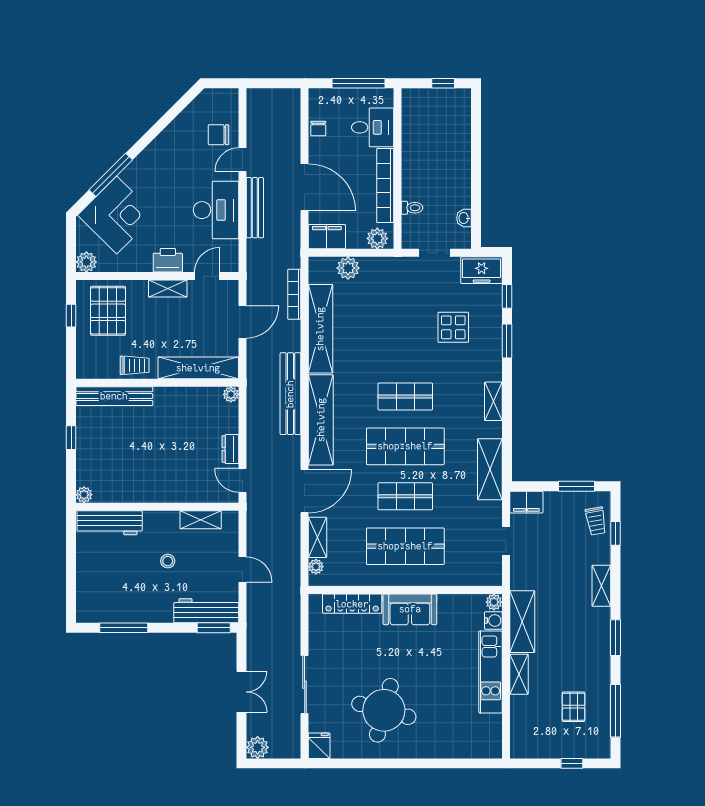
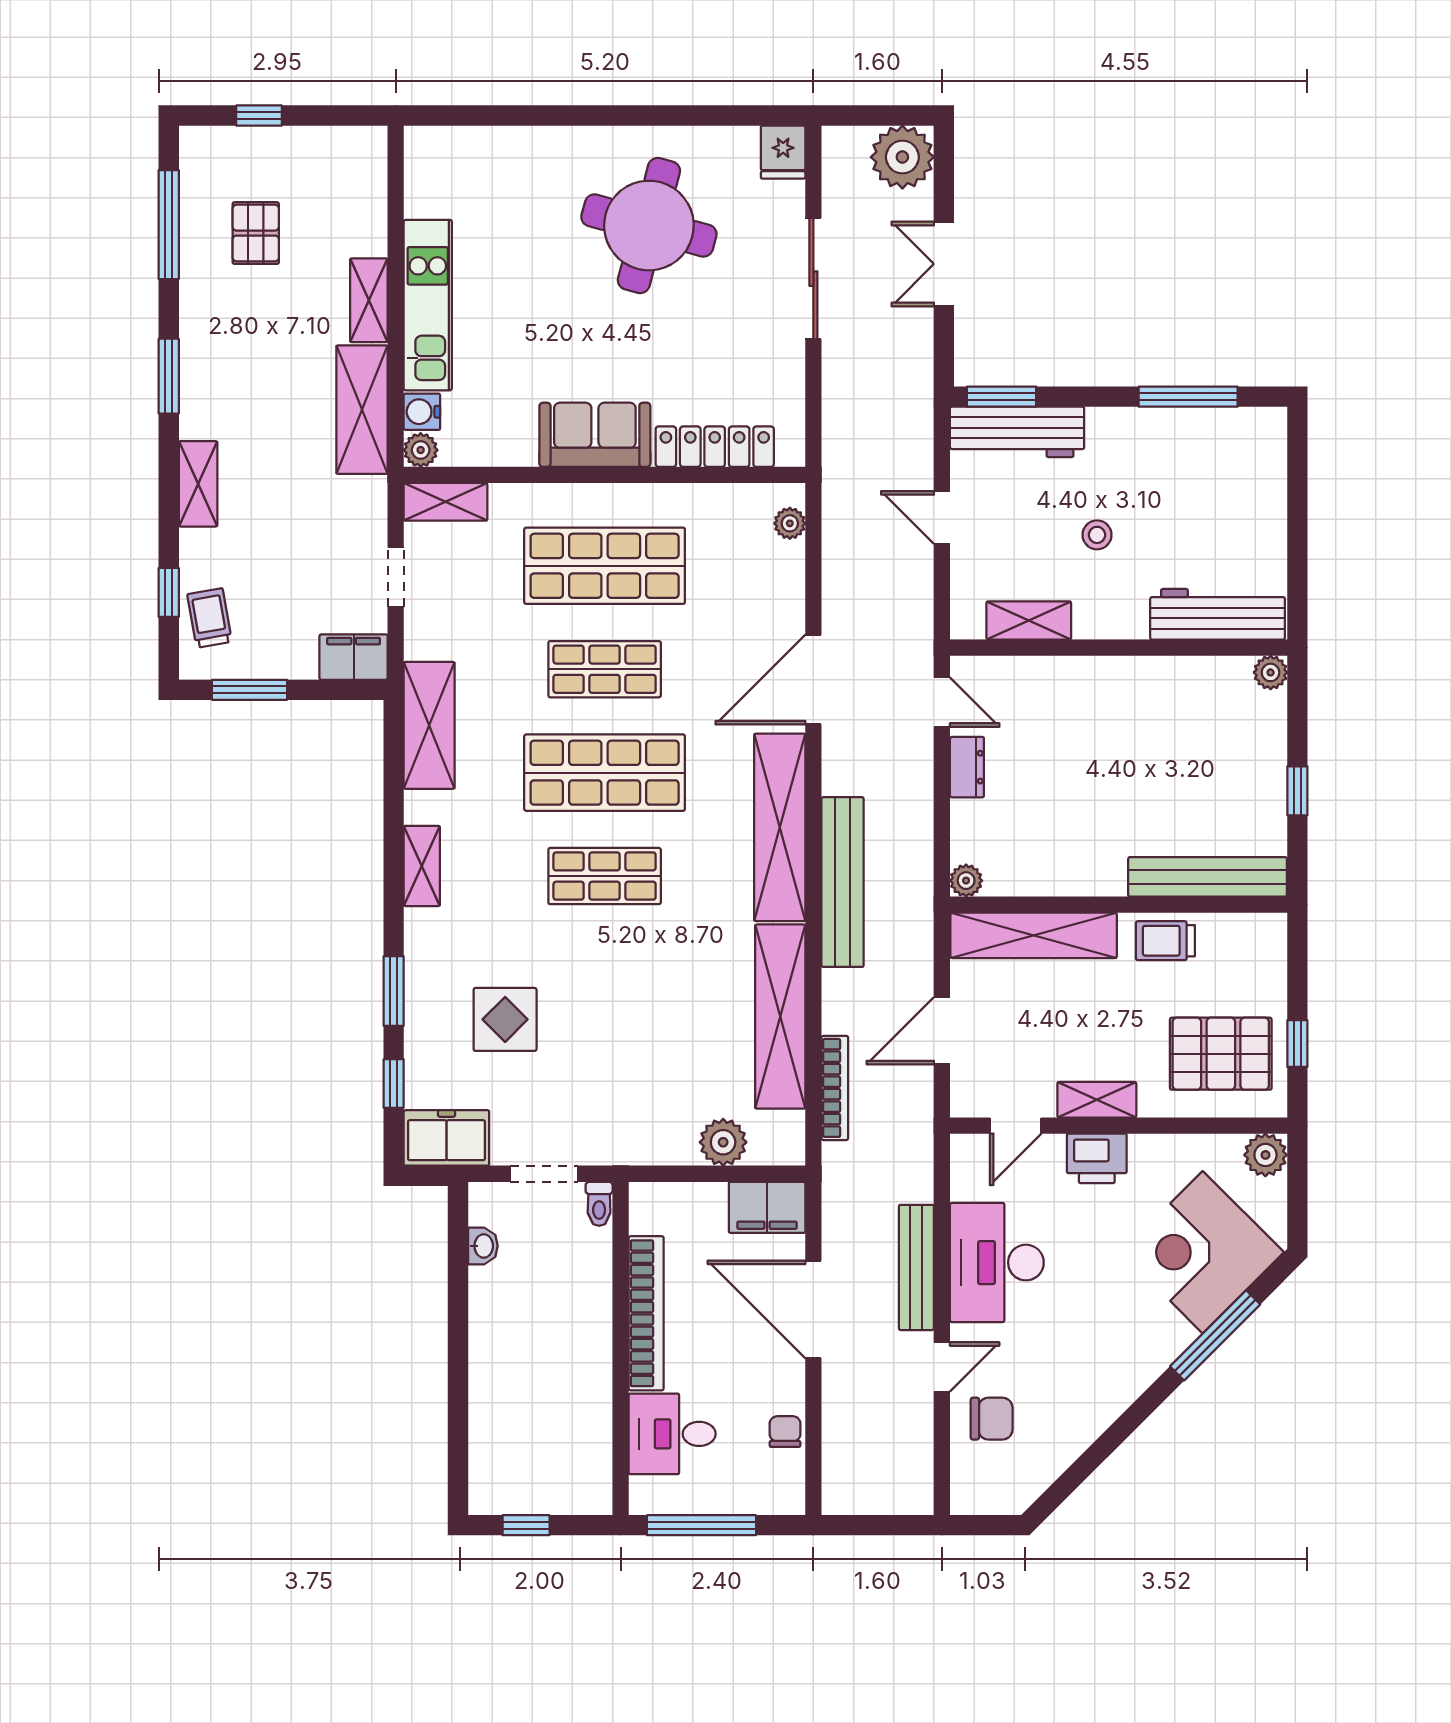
toilet: (412, 208) -> (599, 1204), moved, turned -90
plant: (377, 238) -> (663, 1204), removed
pallet: (108, 311) -> (1221, 1054), turned 90
shelving: (317, 537) -> (446, 502), moved, turned 90
plant: (258, 747) -> (902, 157), width x1.36, depth x1.36

